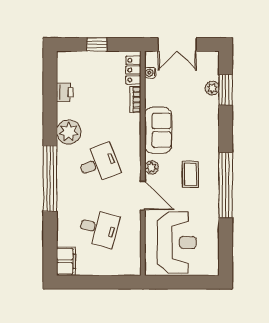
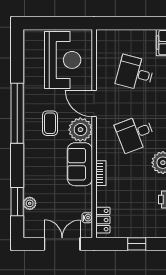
bookcase: (135, 100) -> (101, 173), moved
plant: (151, 168) -> (80, 130), width x1.88, depth x1.88
reception desk: (177, 242) -> (63, 60), turned 180

